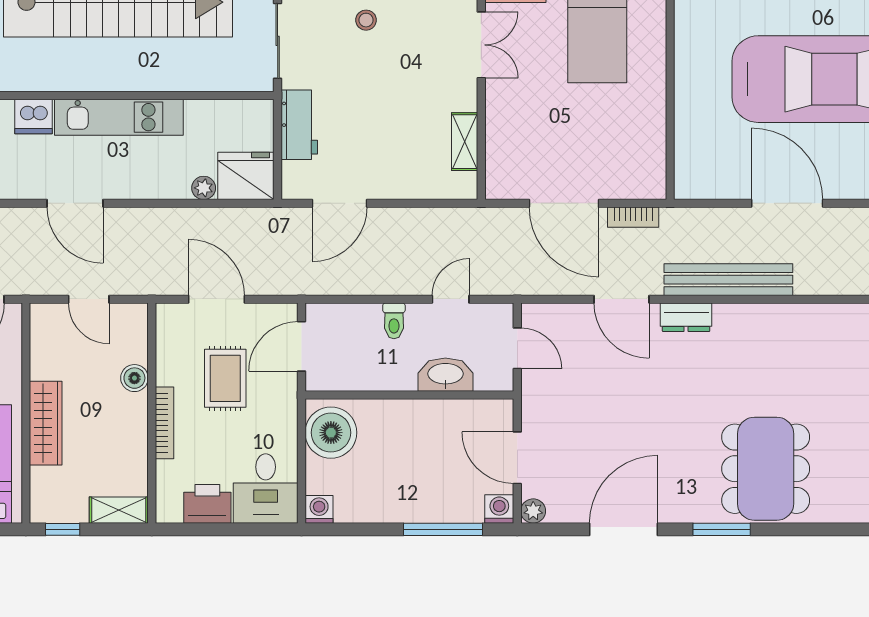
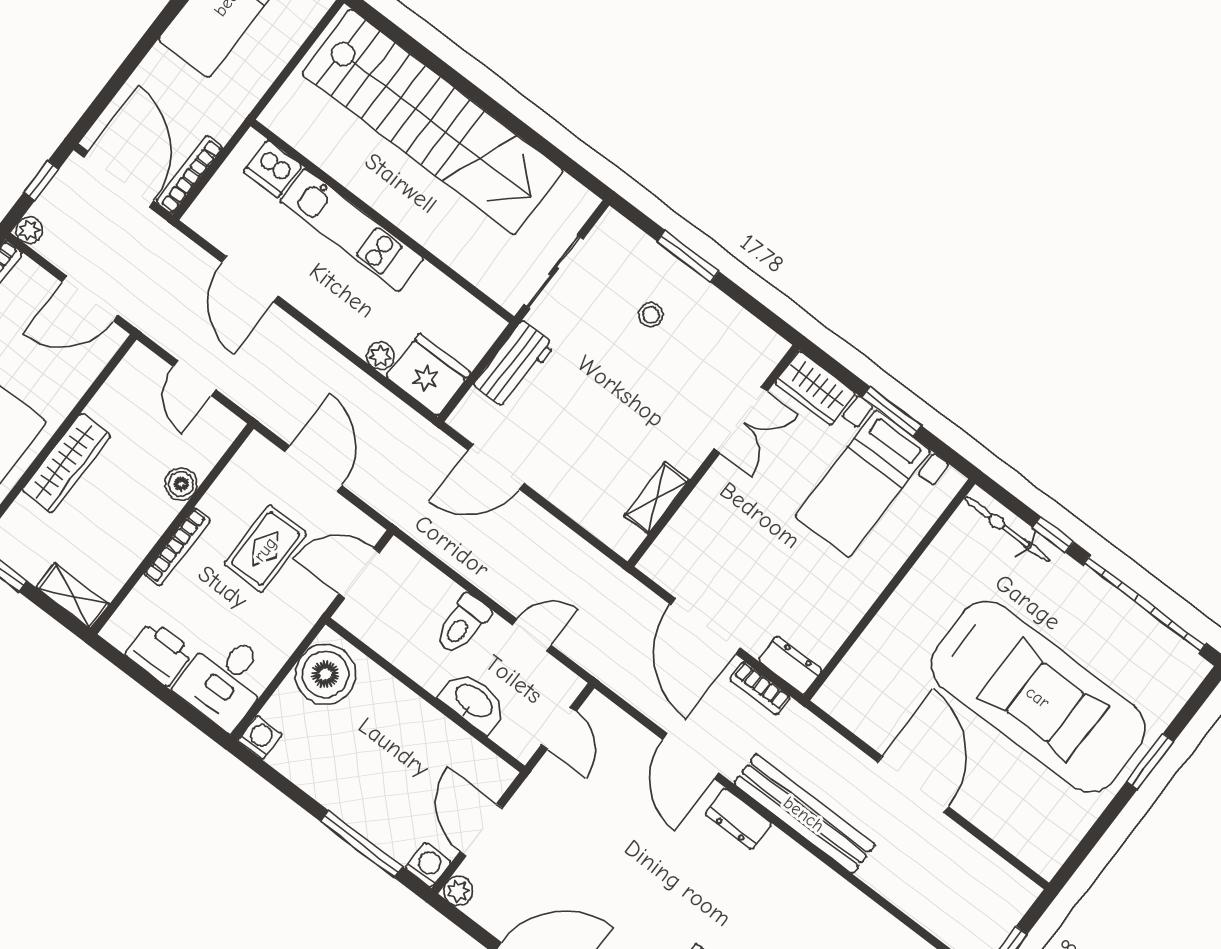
dresser: (642, 186) -> (790, 665), added
toilet: (394, 321) -> (462, 624), width x1.37, depth x1.39

